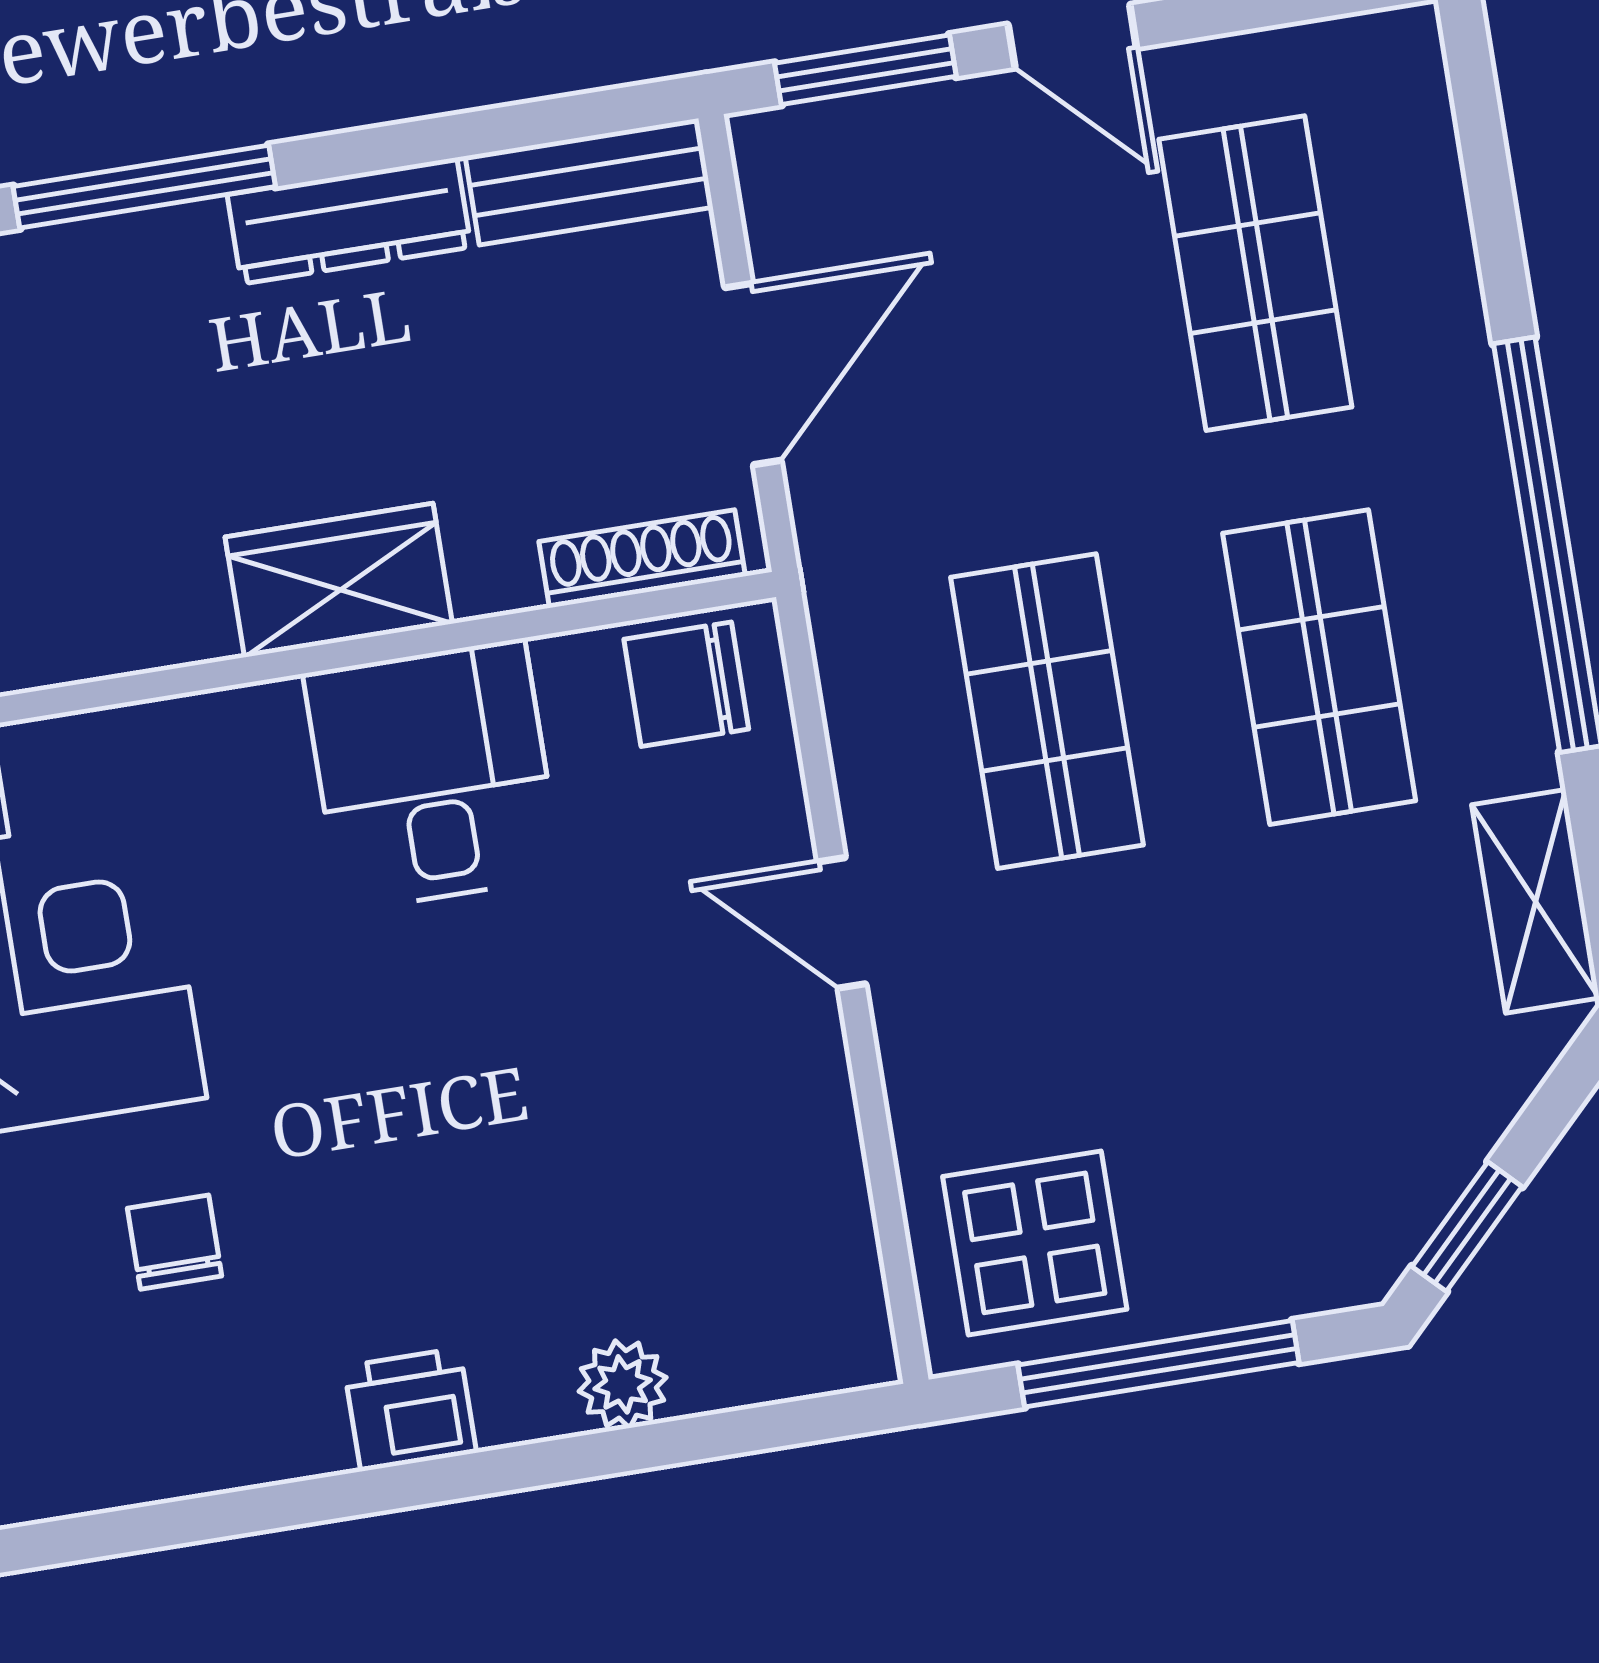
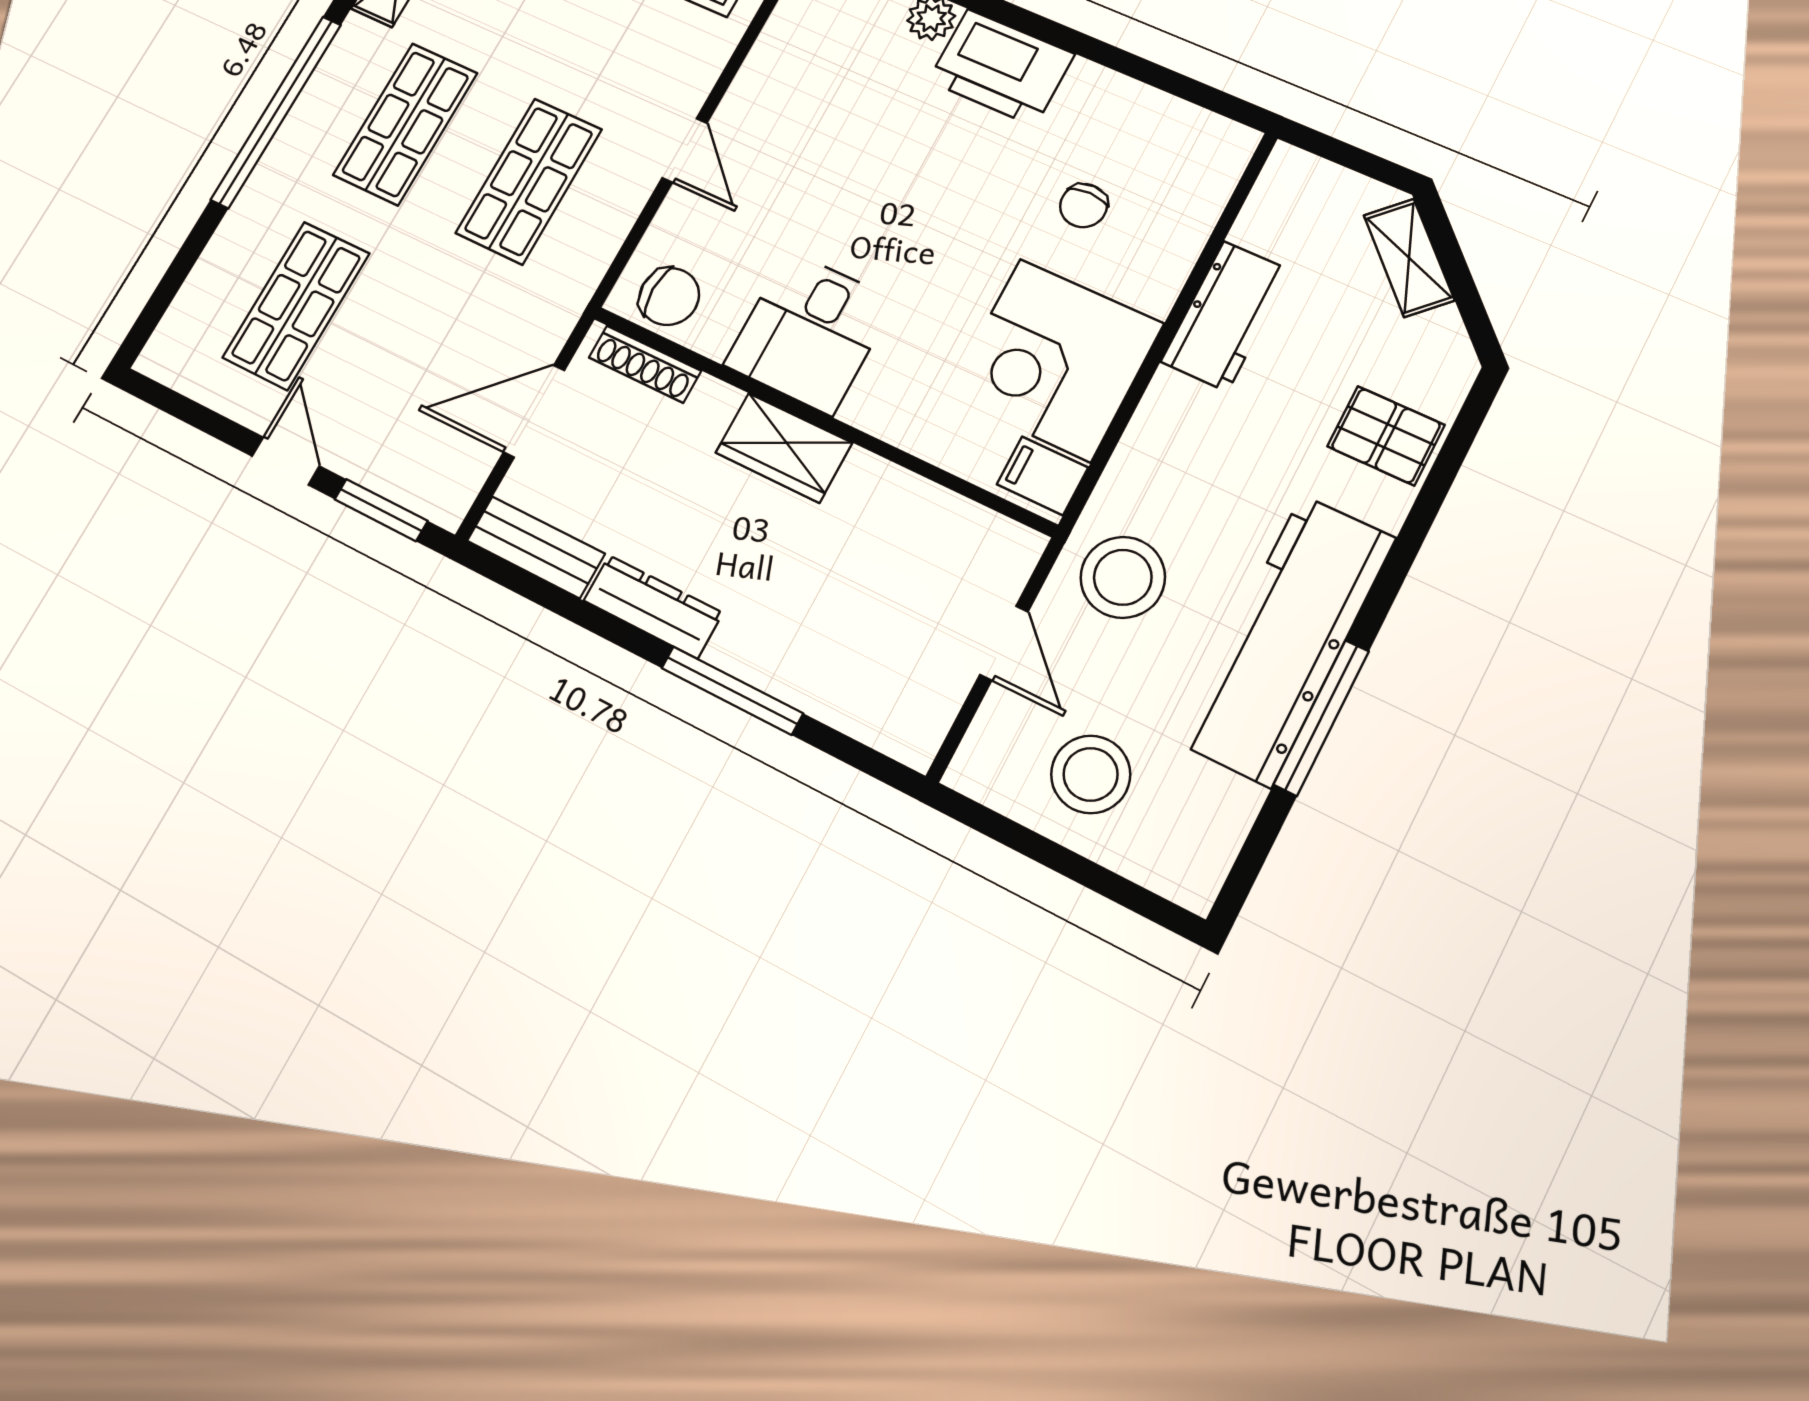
printer: (410, 1410) -> (1001, 67), width x1.87, depth x1.48

